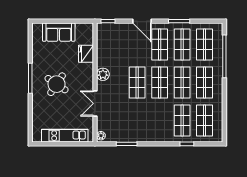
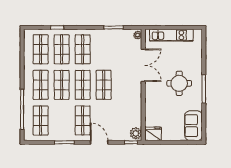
sofa: (59, 32) -> (194, 126), moved, turned -90
shop shelf: (182, 44) -> (83, 49), moved
fridge: (86, 54) -> (153, 134), moved, turned -90
plant: (103, 74) -> (136, 133), moved
round table: (57, 84) -> (179, 83), turned -34
double door: (95, 103) -> (143, 65), width x1.37

